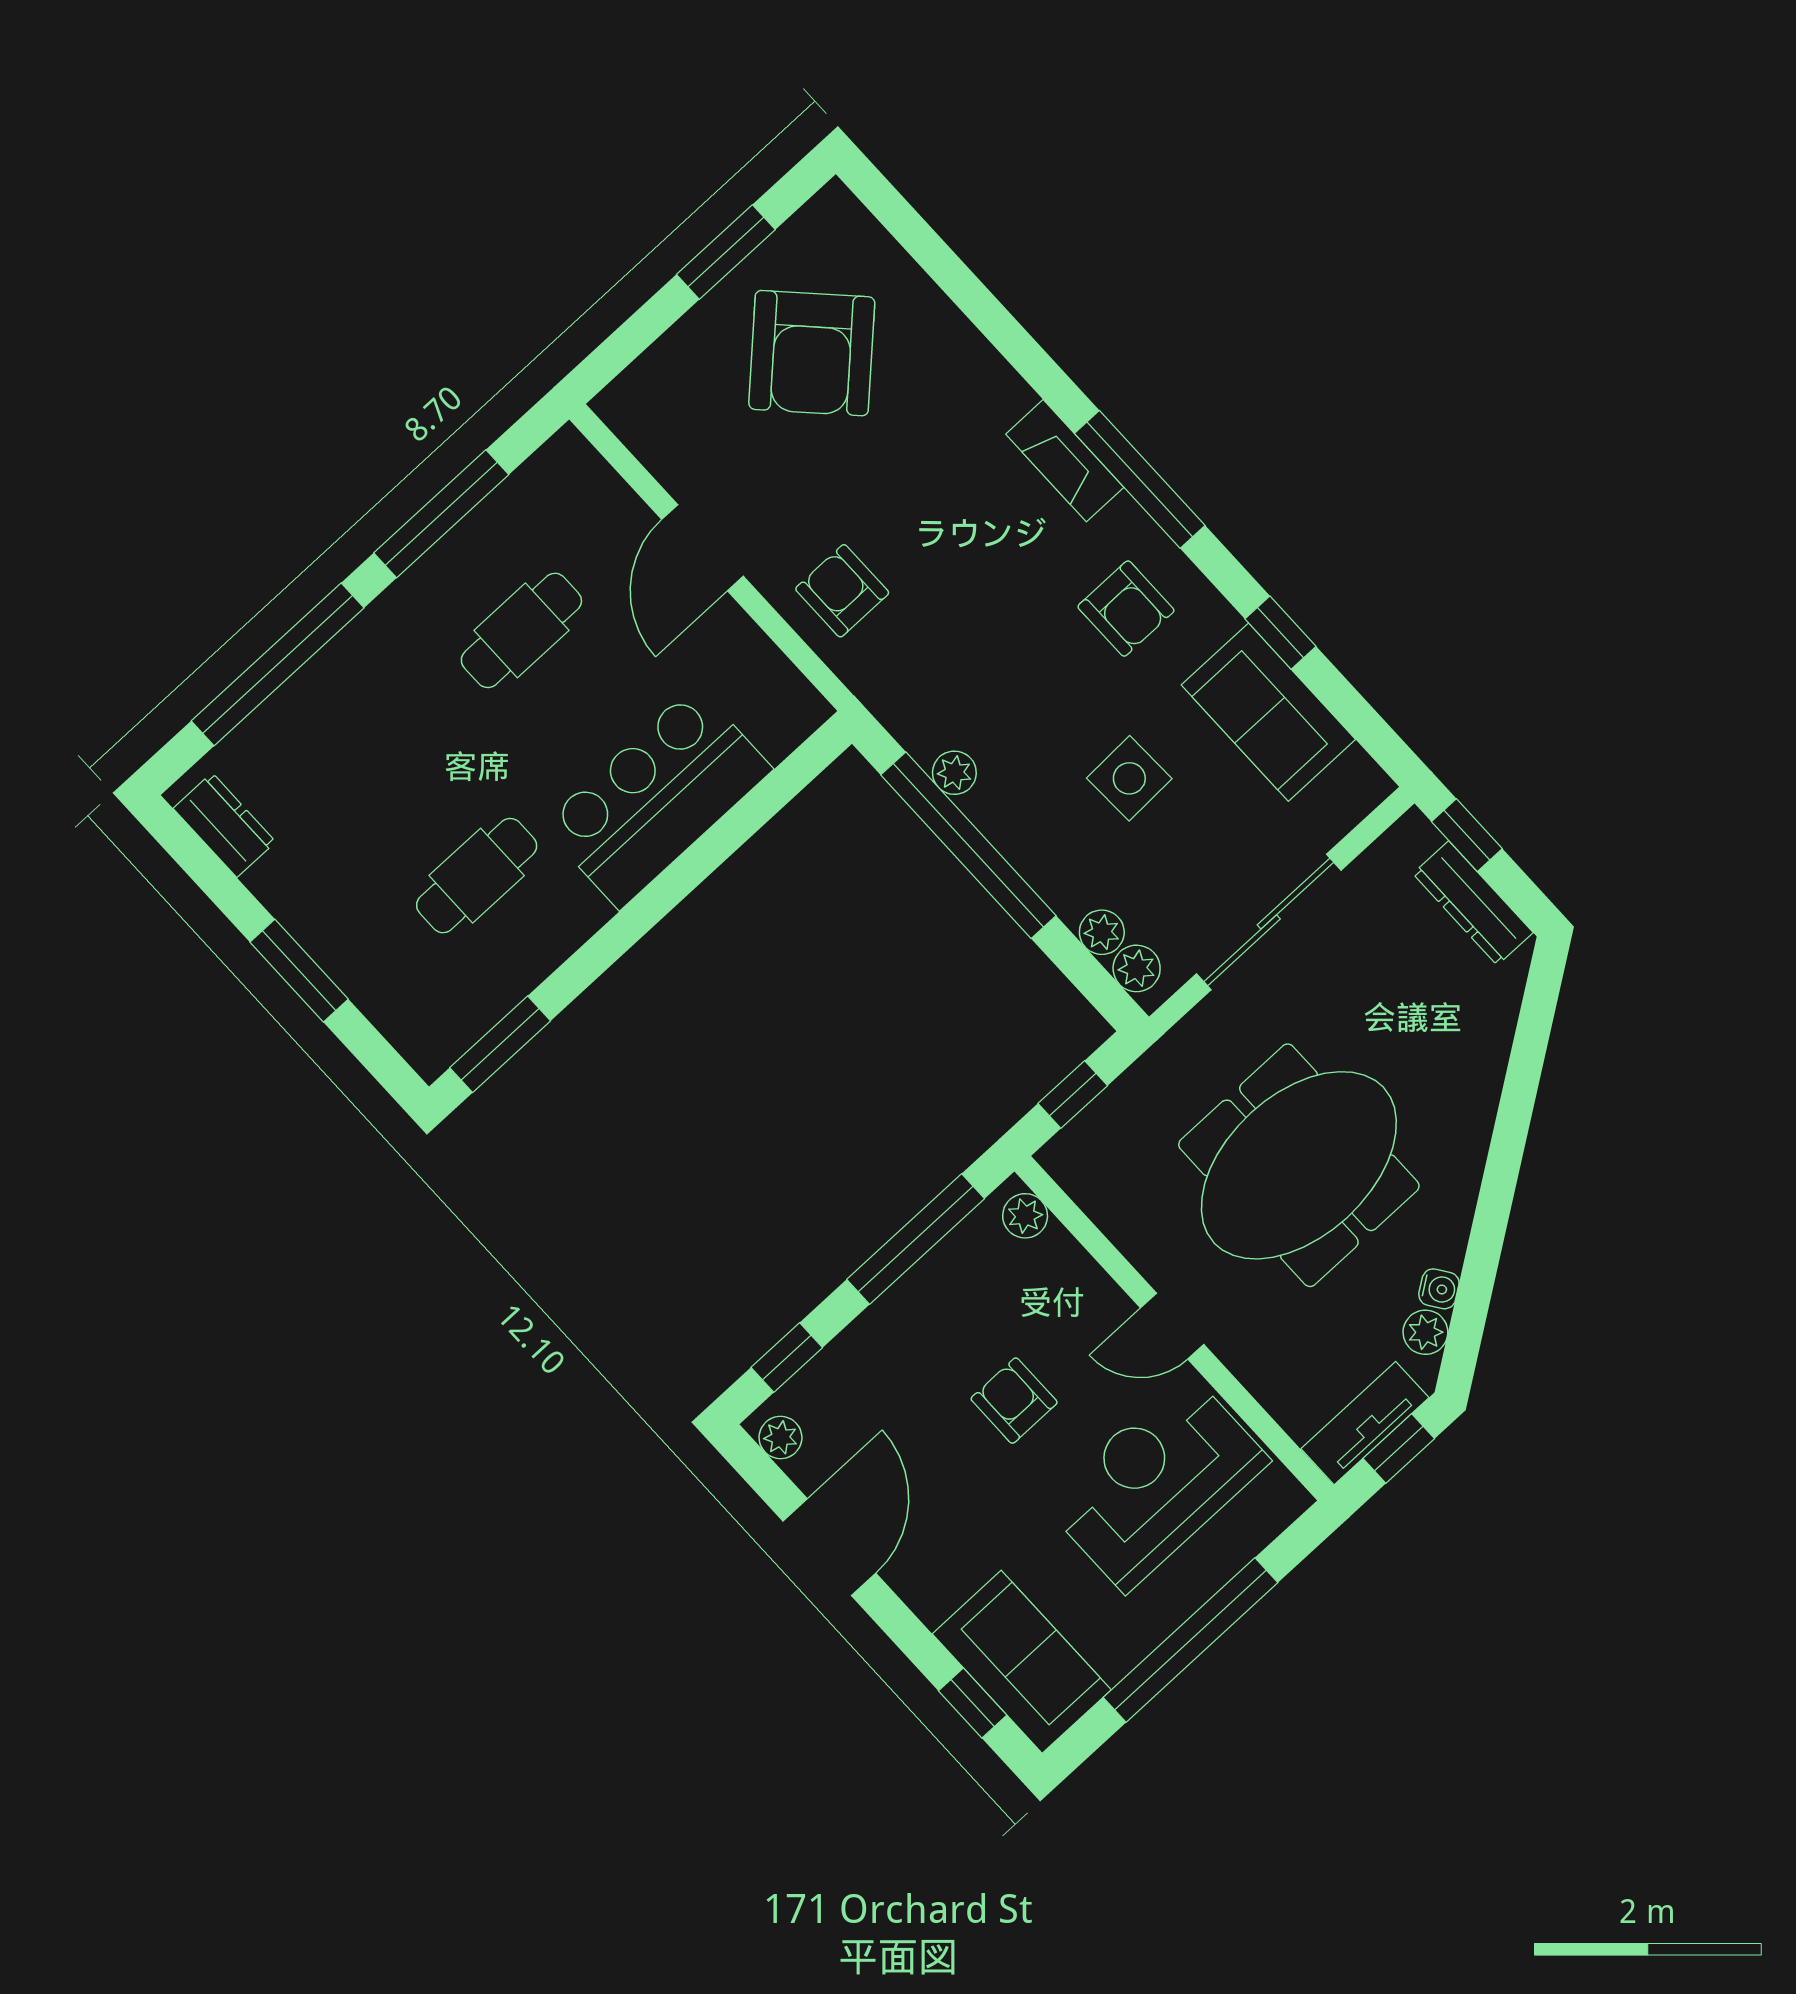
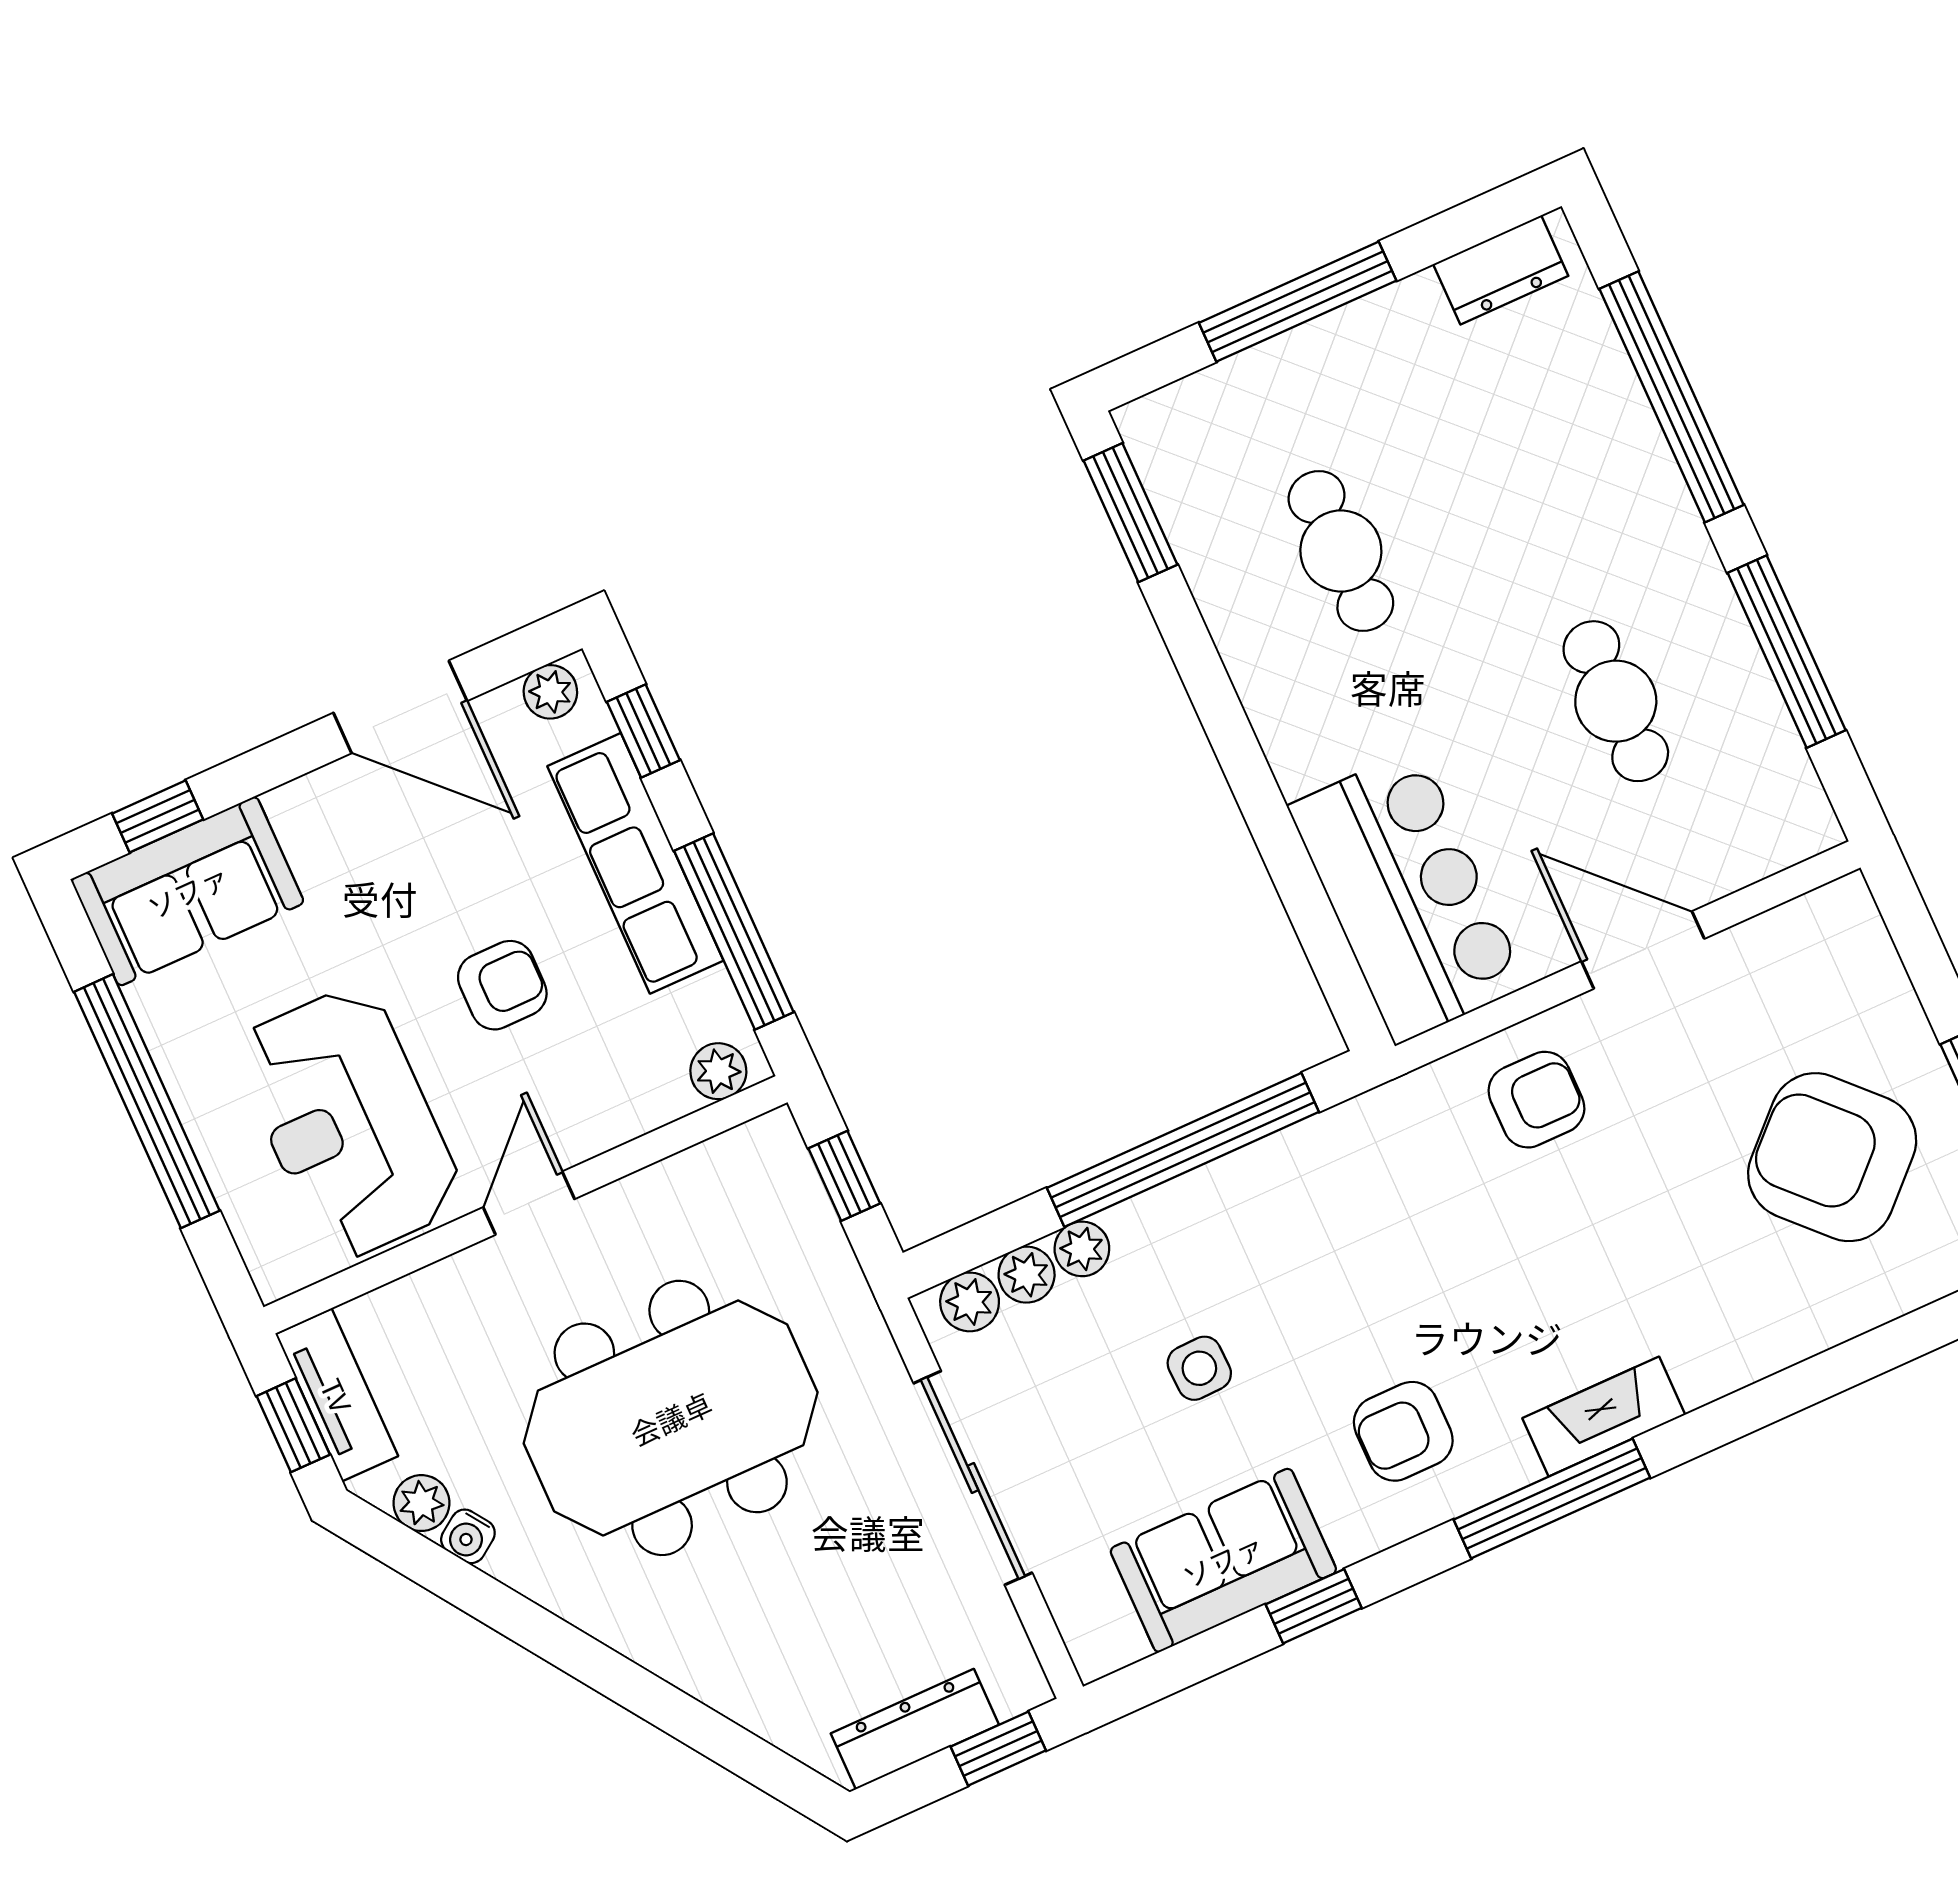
plant: (954, 773) -> (1082, 1249), moved
side table: (1129, 778) -> (1199, 1368), width x0.73, depth x0.73
bar counter: (657, 797) -> (1407, 896), moved
window: (299, 971) -> (1298, 302), width x1.44
meeting table: (1299, 1165) -> (671, 1418), turned 90
row of seats: (889, 1330) -> (635, 863), added
reception desk: (1156, 1482) -> (349, 1123), turned 180

